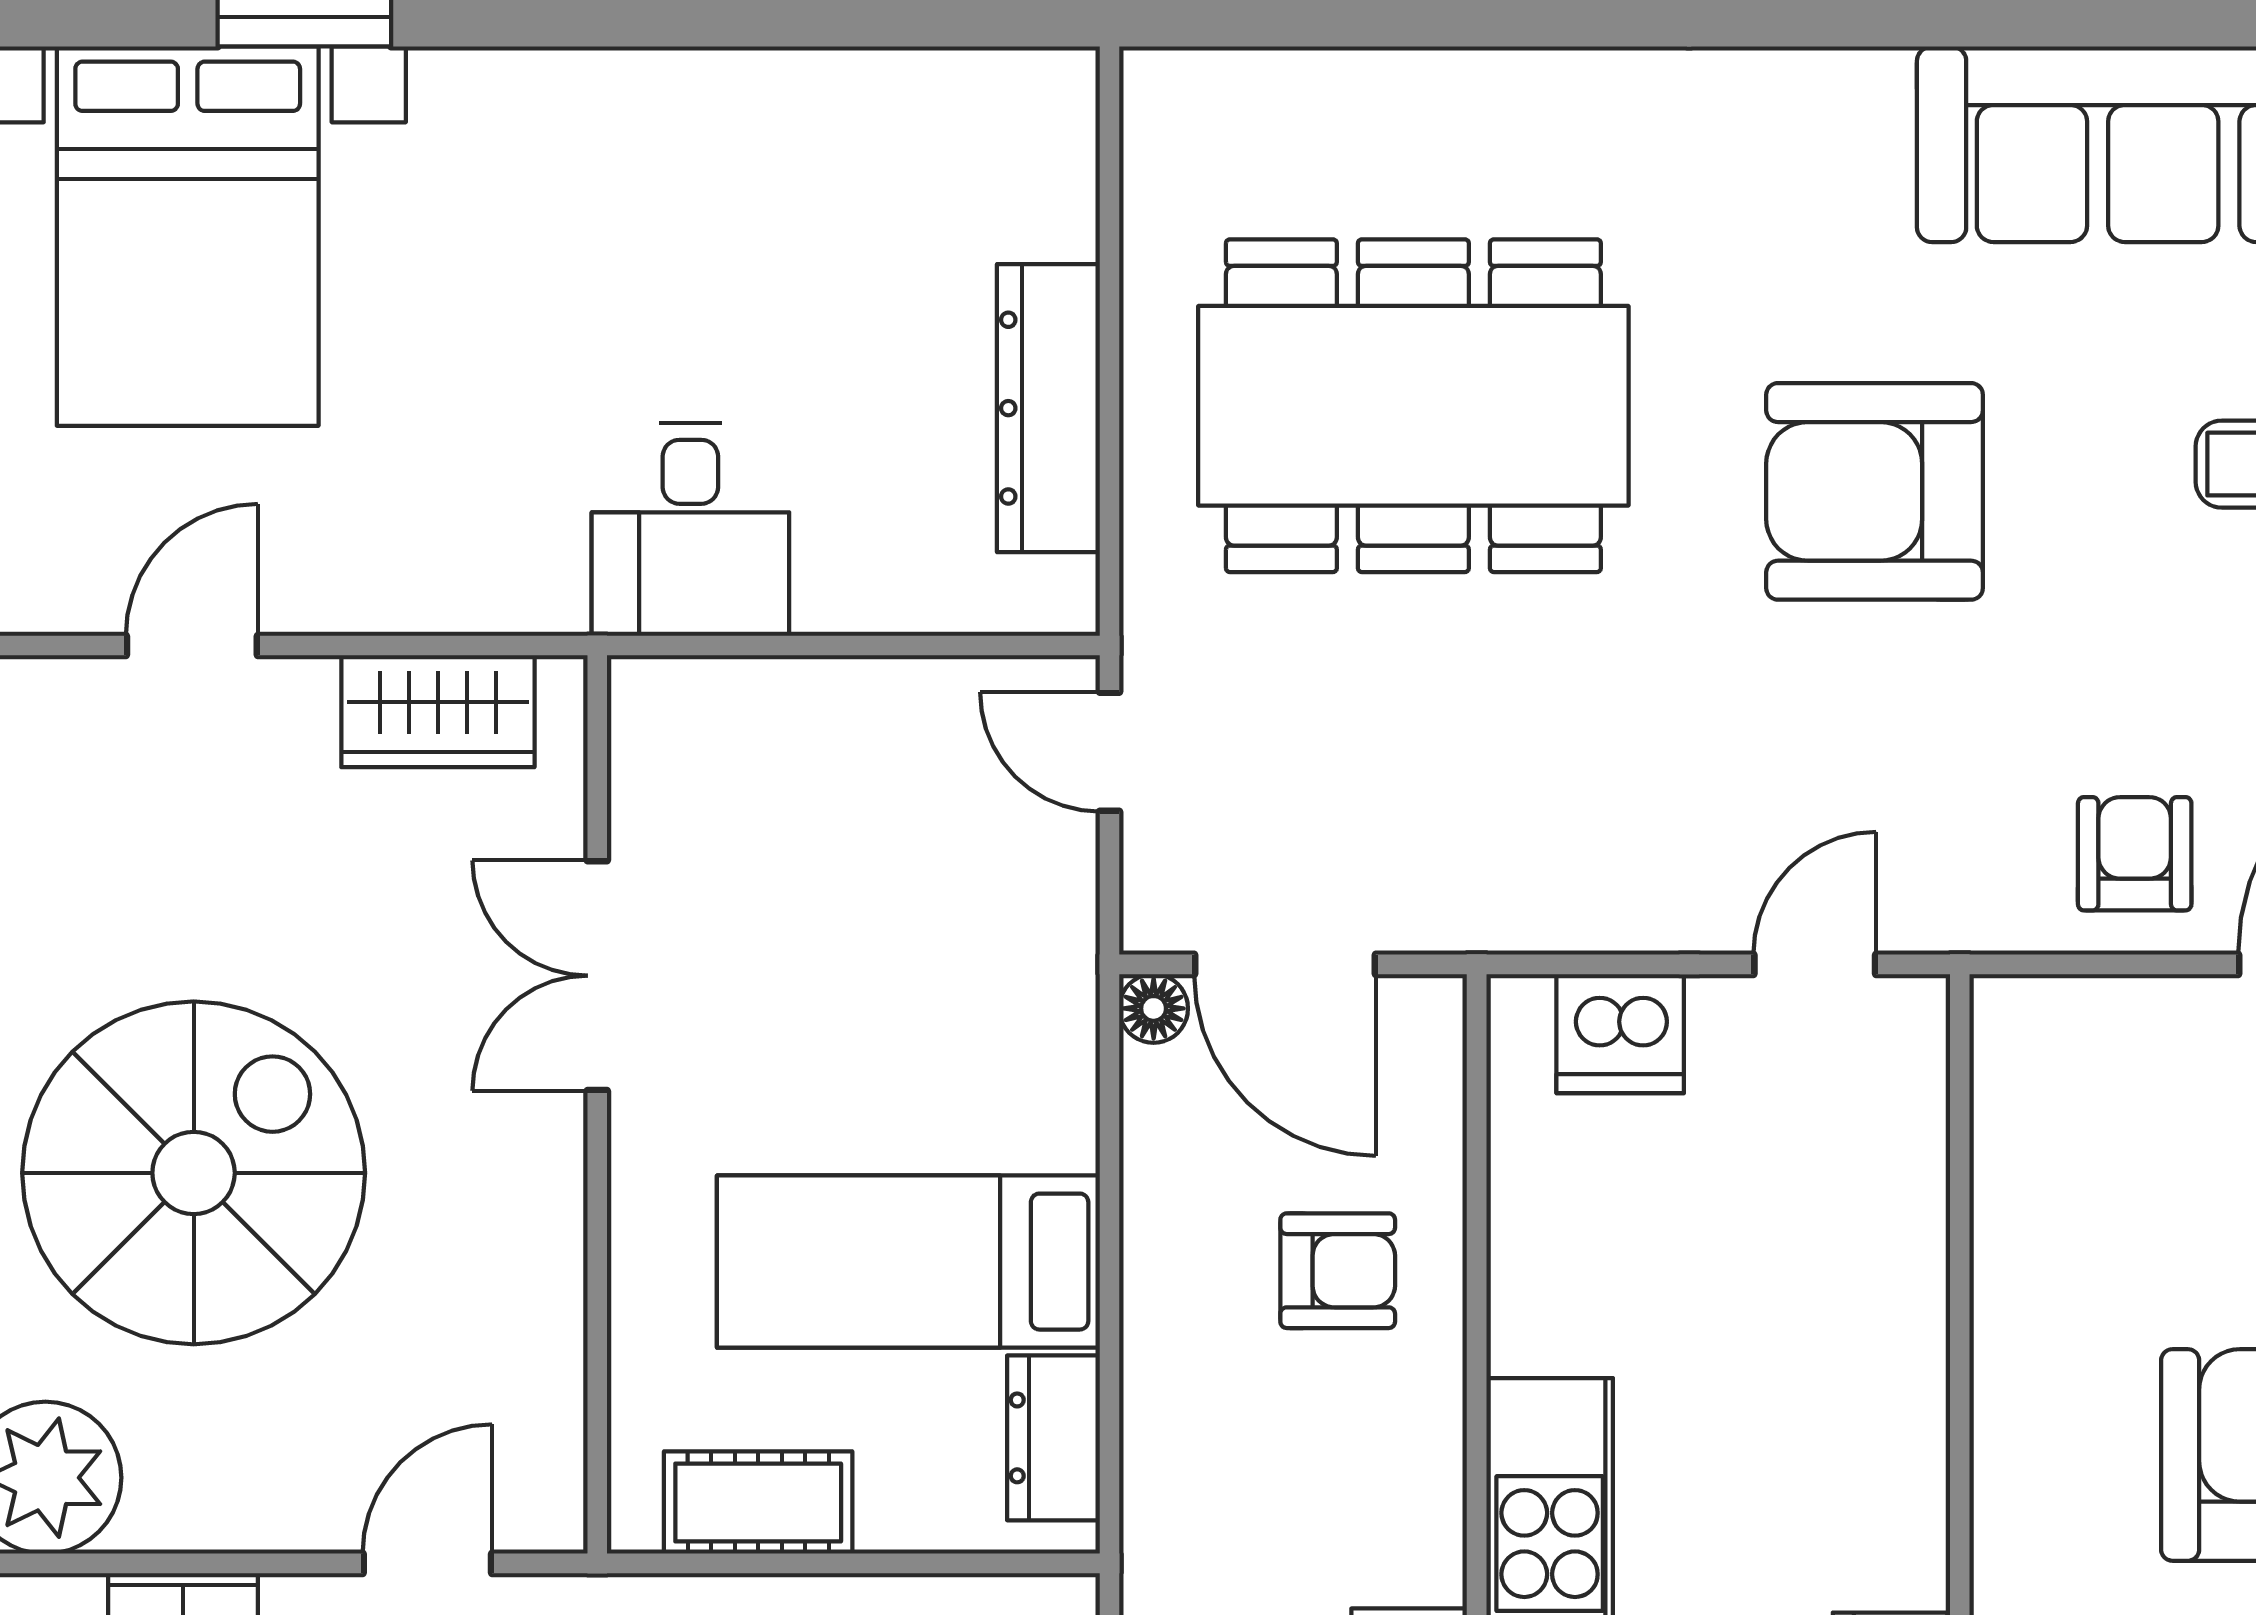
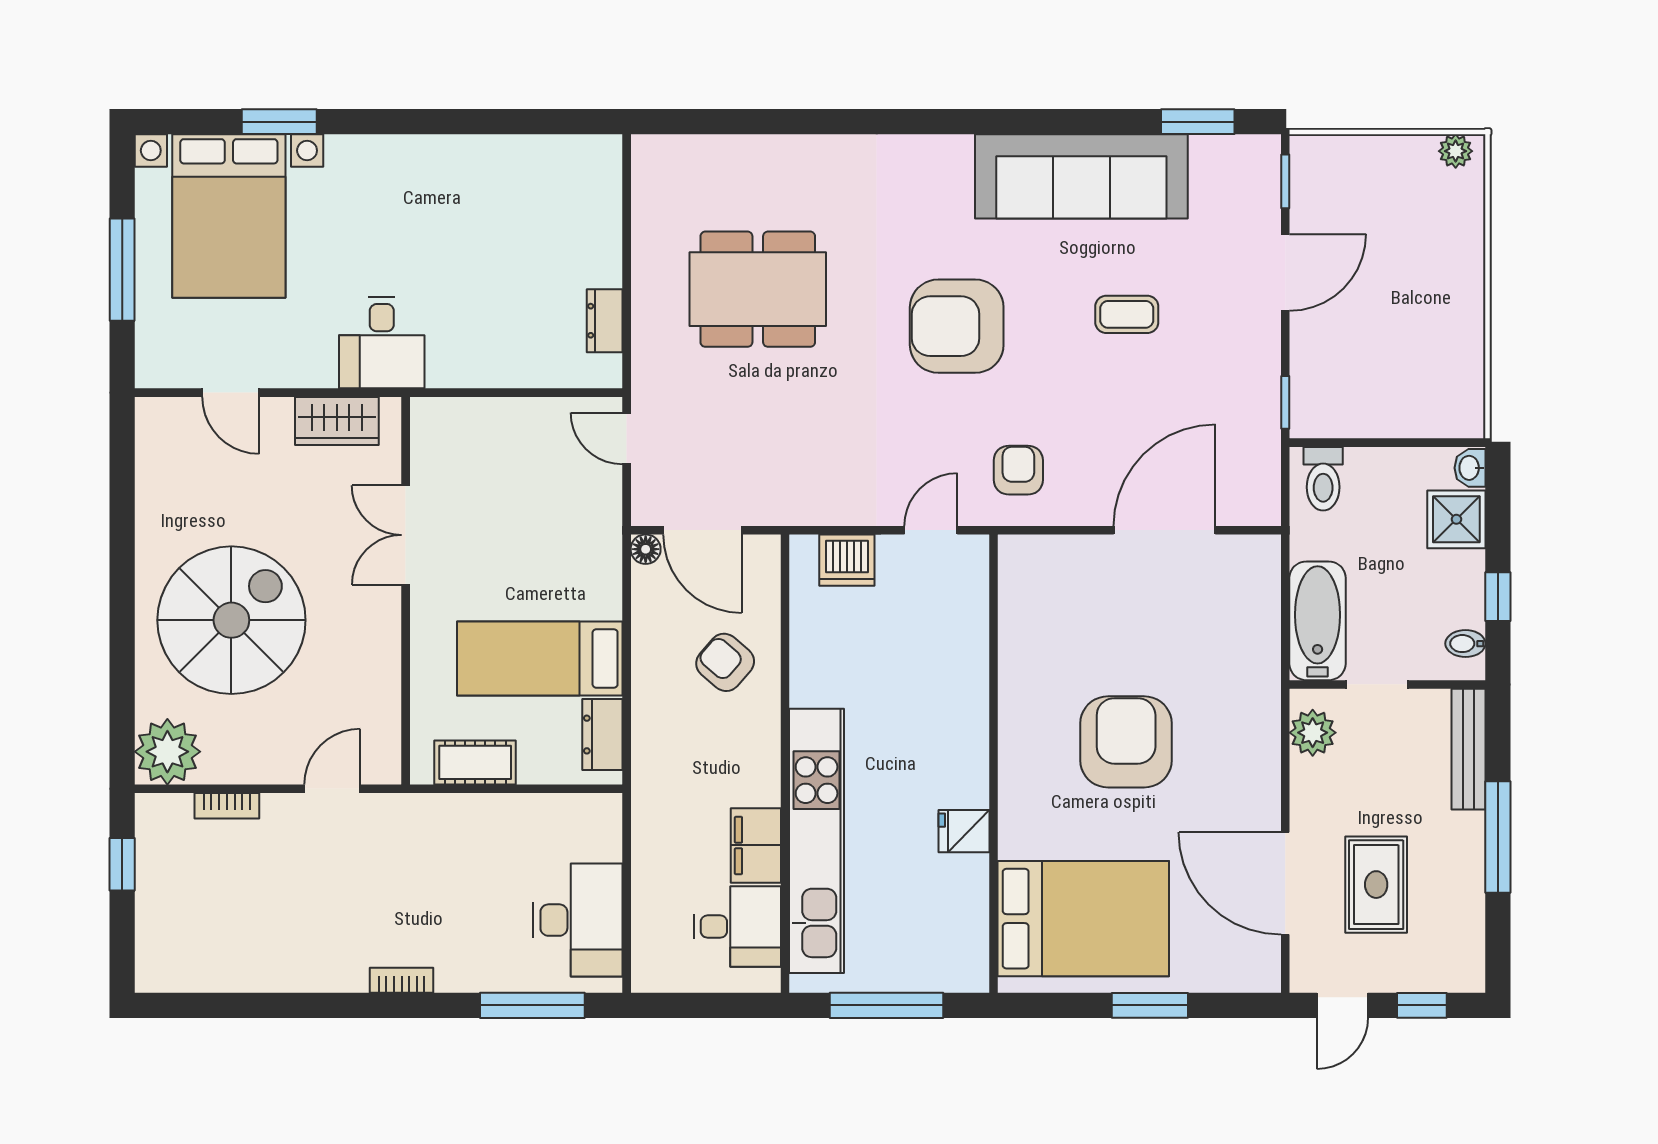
dining table: (1413, 406) -> (758, 289), width x0.73, depth x0.80
dresser: (1048, 408) -> (605, 321), width x0.51, depth x0.80
desk: (690, 529) -> (382, 342), moved
door: (192, 645) -> (231, 393), swing flipped
armchair: (2135, 854) -> (1018, 470), moved
armchair: (1338, 1271) -> (725, 662), turned -139

